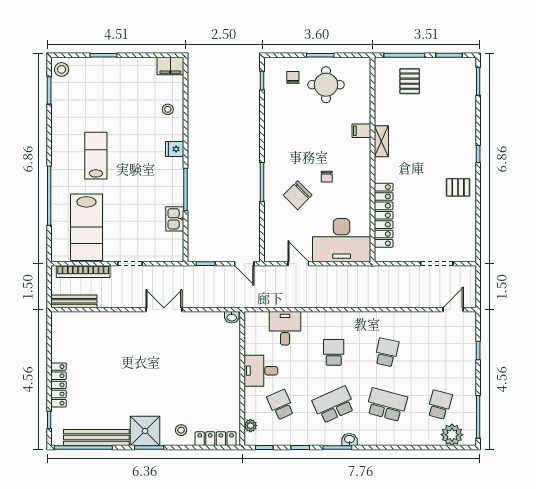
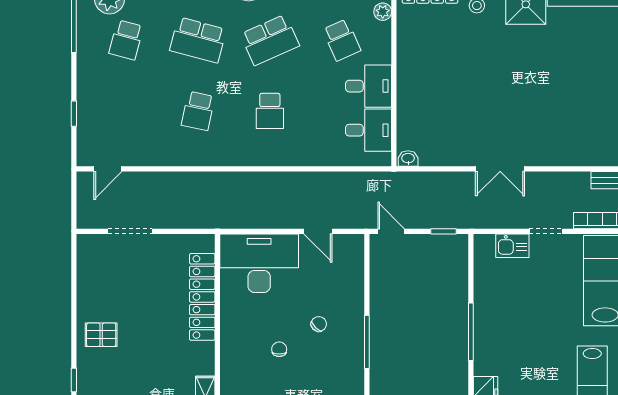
chair: (298, 195) -> (319, 324), width x0.54, depth x0.54
kitchen sink: (175, 219) -> (512, 246), moved, turned 90
desk: (285, 328) -> (369, 130), moved, turned -90

